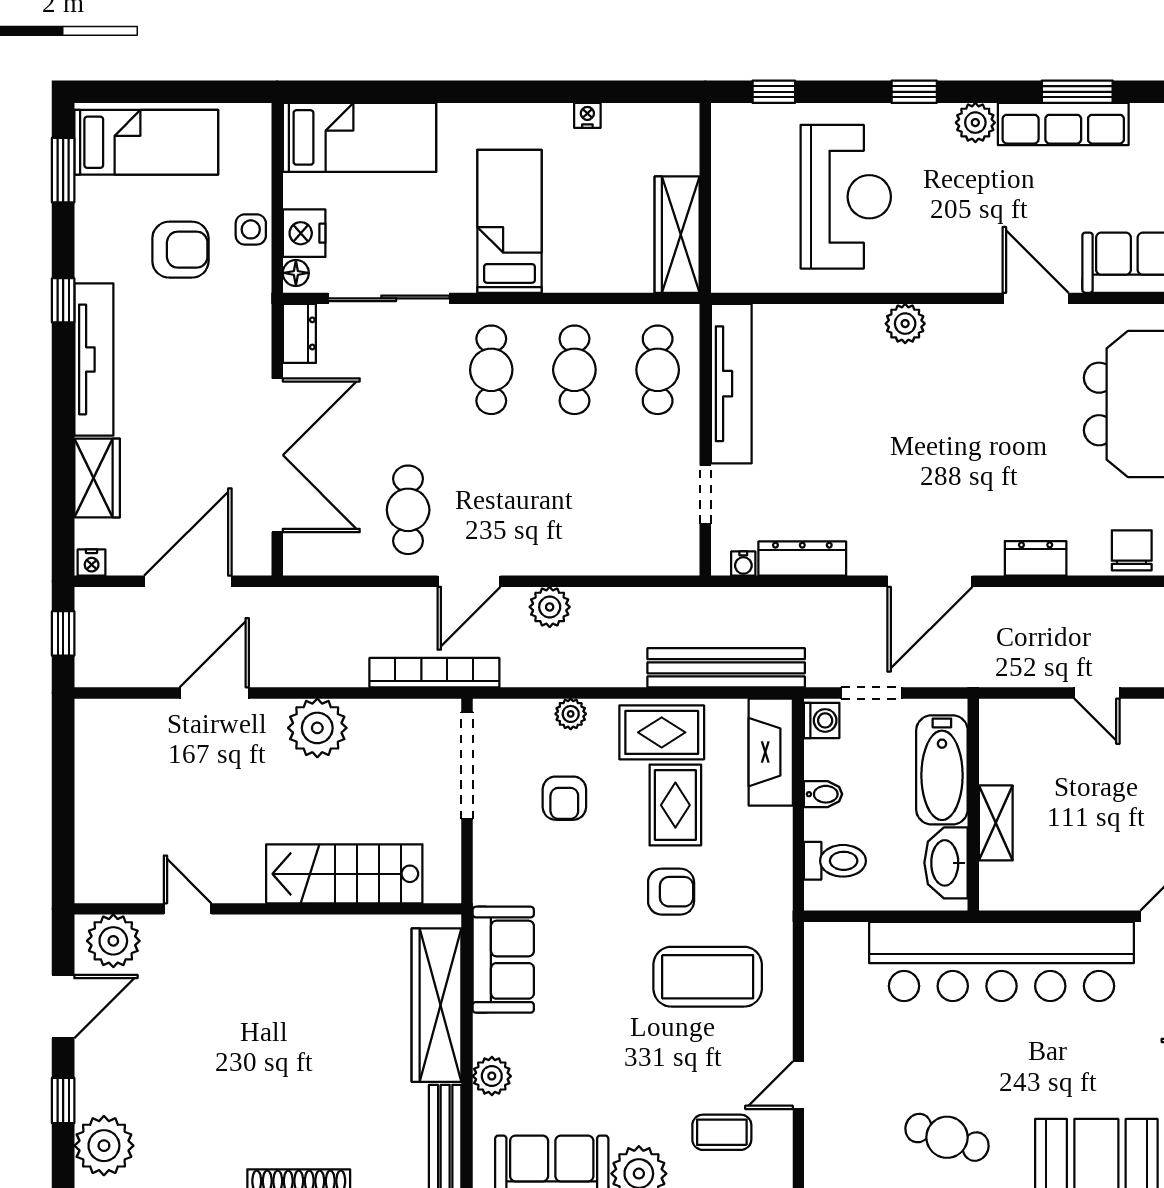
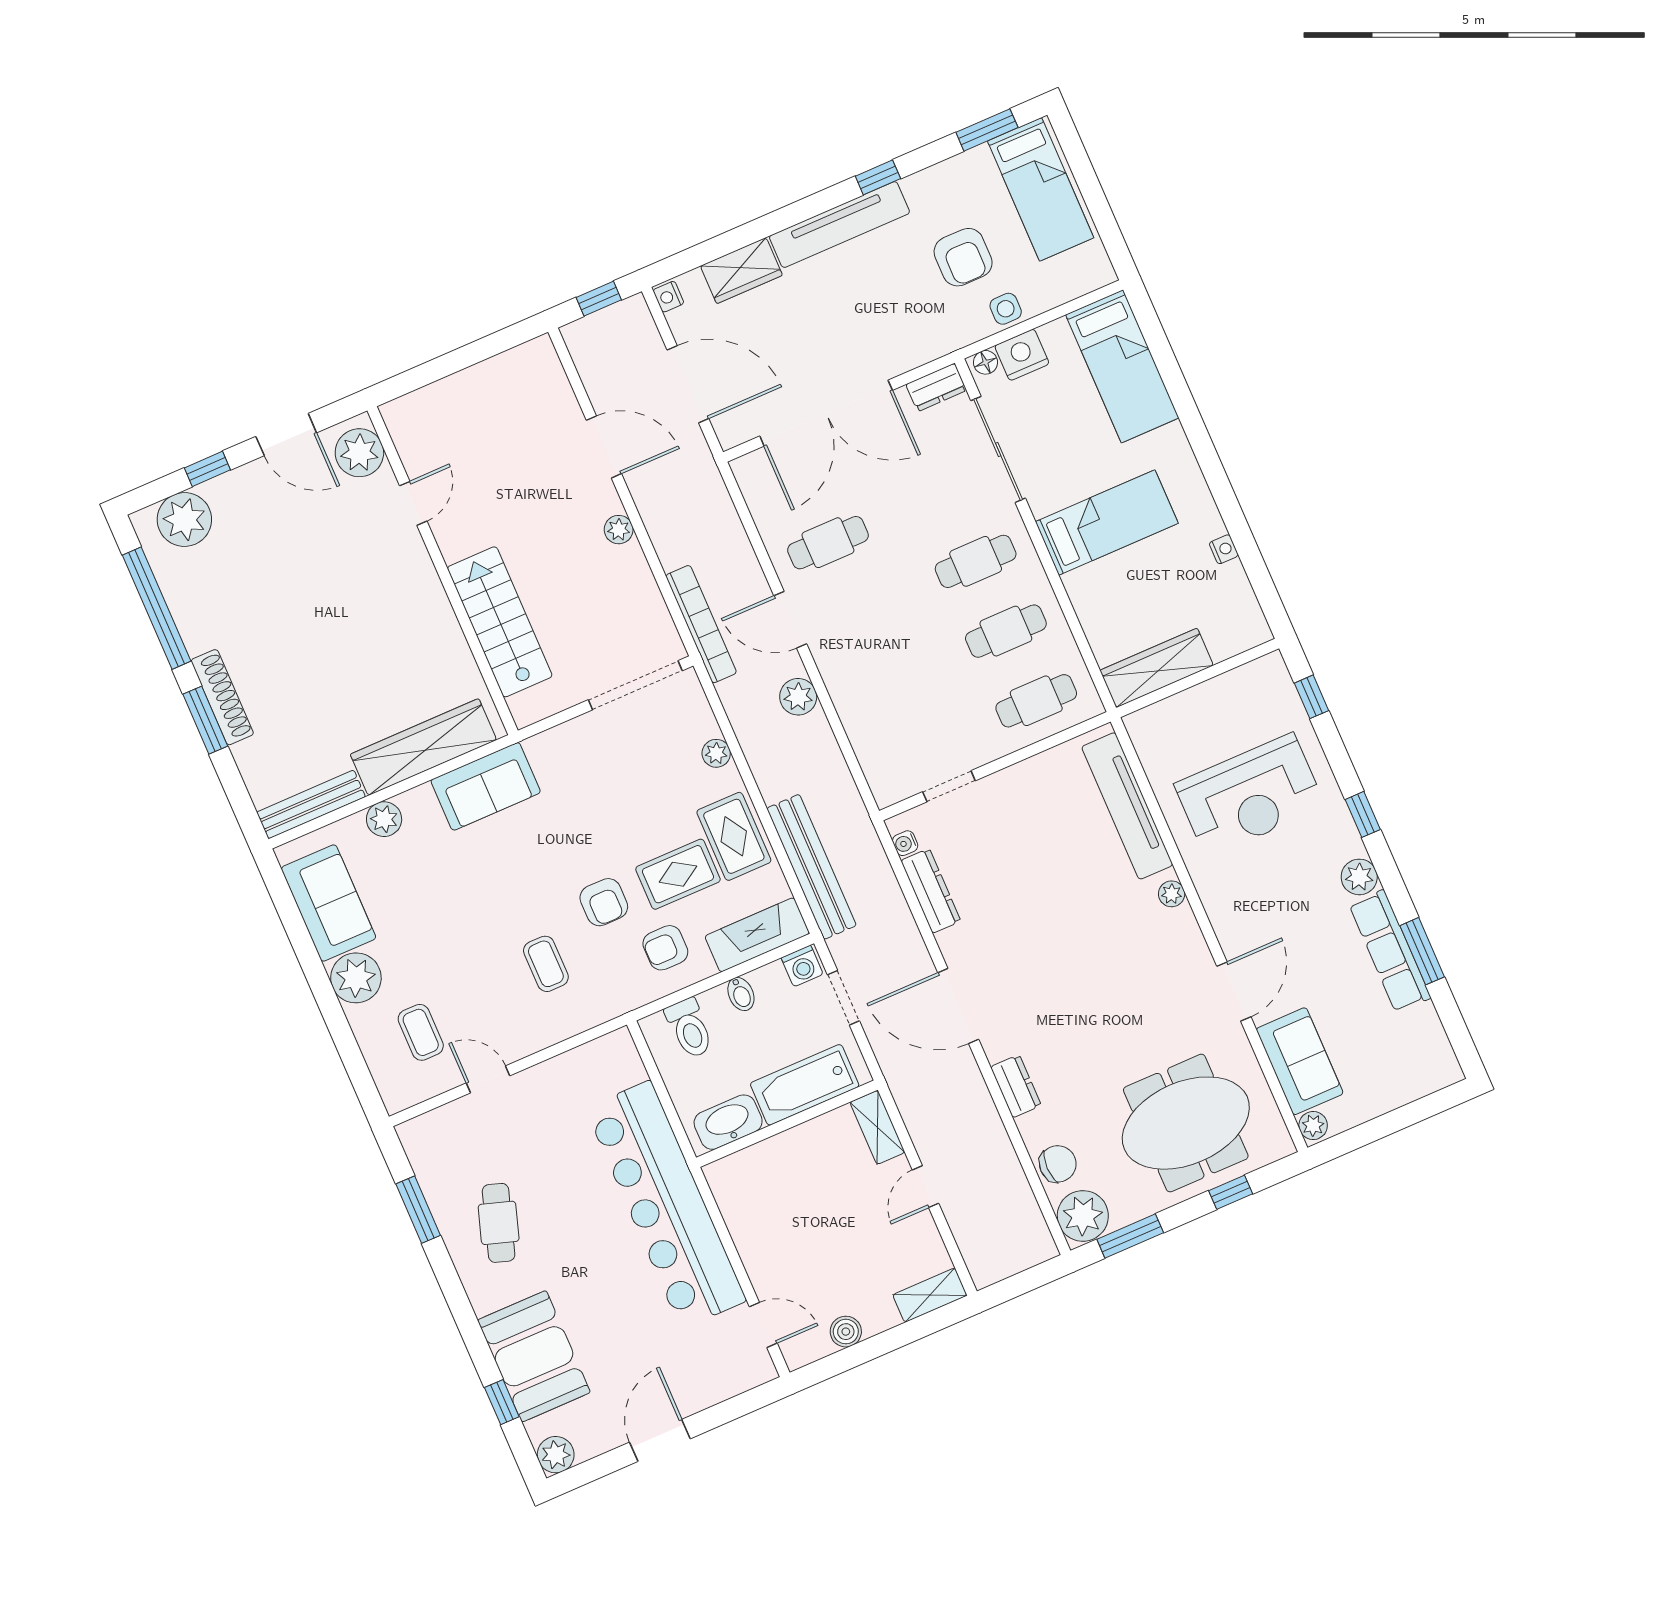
plant: (905, 324) -> (1172, 894), width x0.73, depth x0.73
tv unit: (731, 384) -> (1127, 806), moved, turned 90
plant: (317, 728) -> (619, 530), width x0.53, depth x0.53
armchair: (564, 798) -> (665, 948), moved
shelving: (996, 823) -> (877, 1127), moved, turned 90
coffee table: (708, 977) -> (546, 964), width x0.54, depth x0.58

